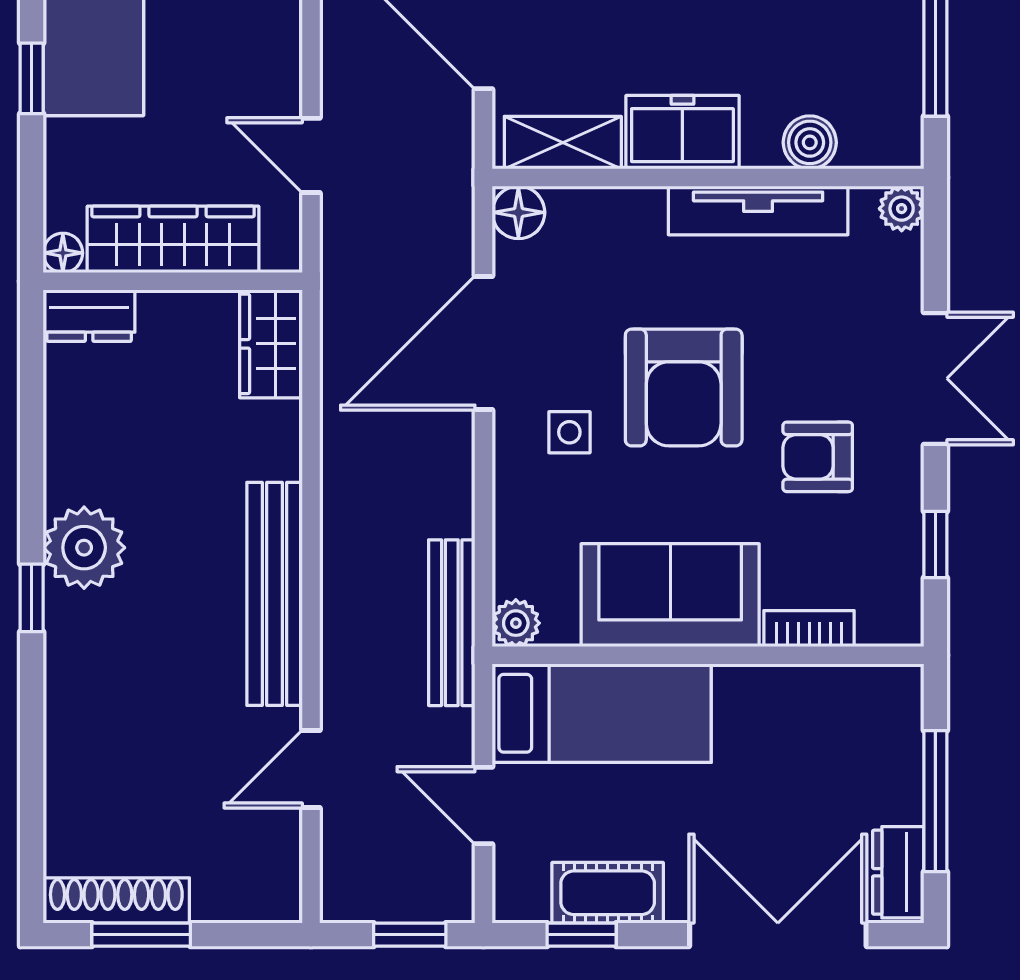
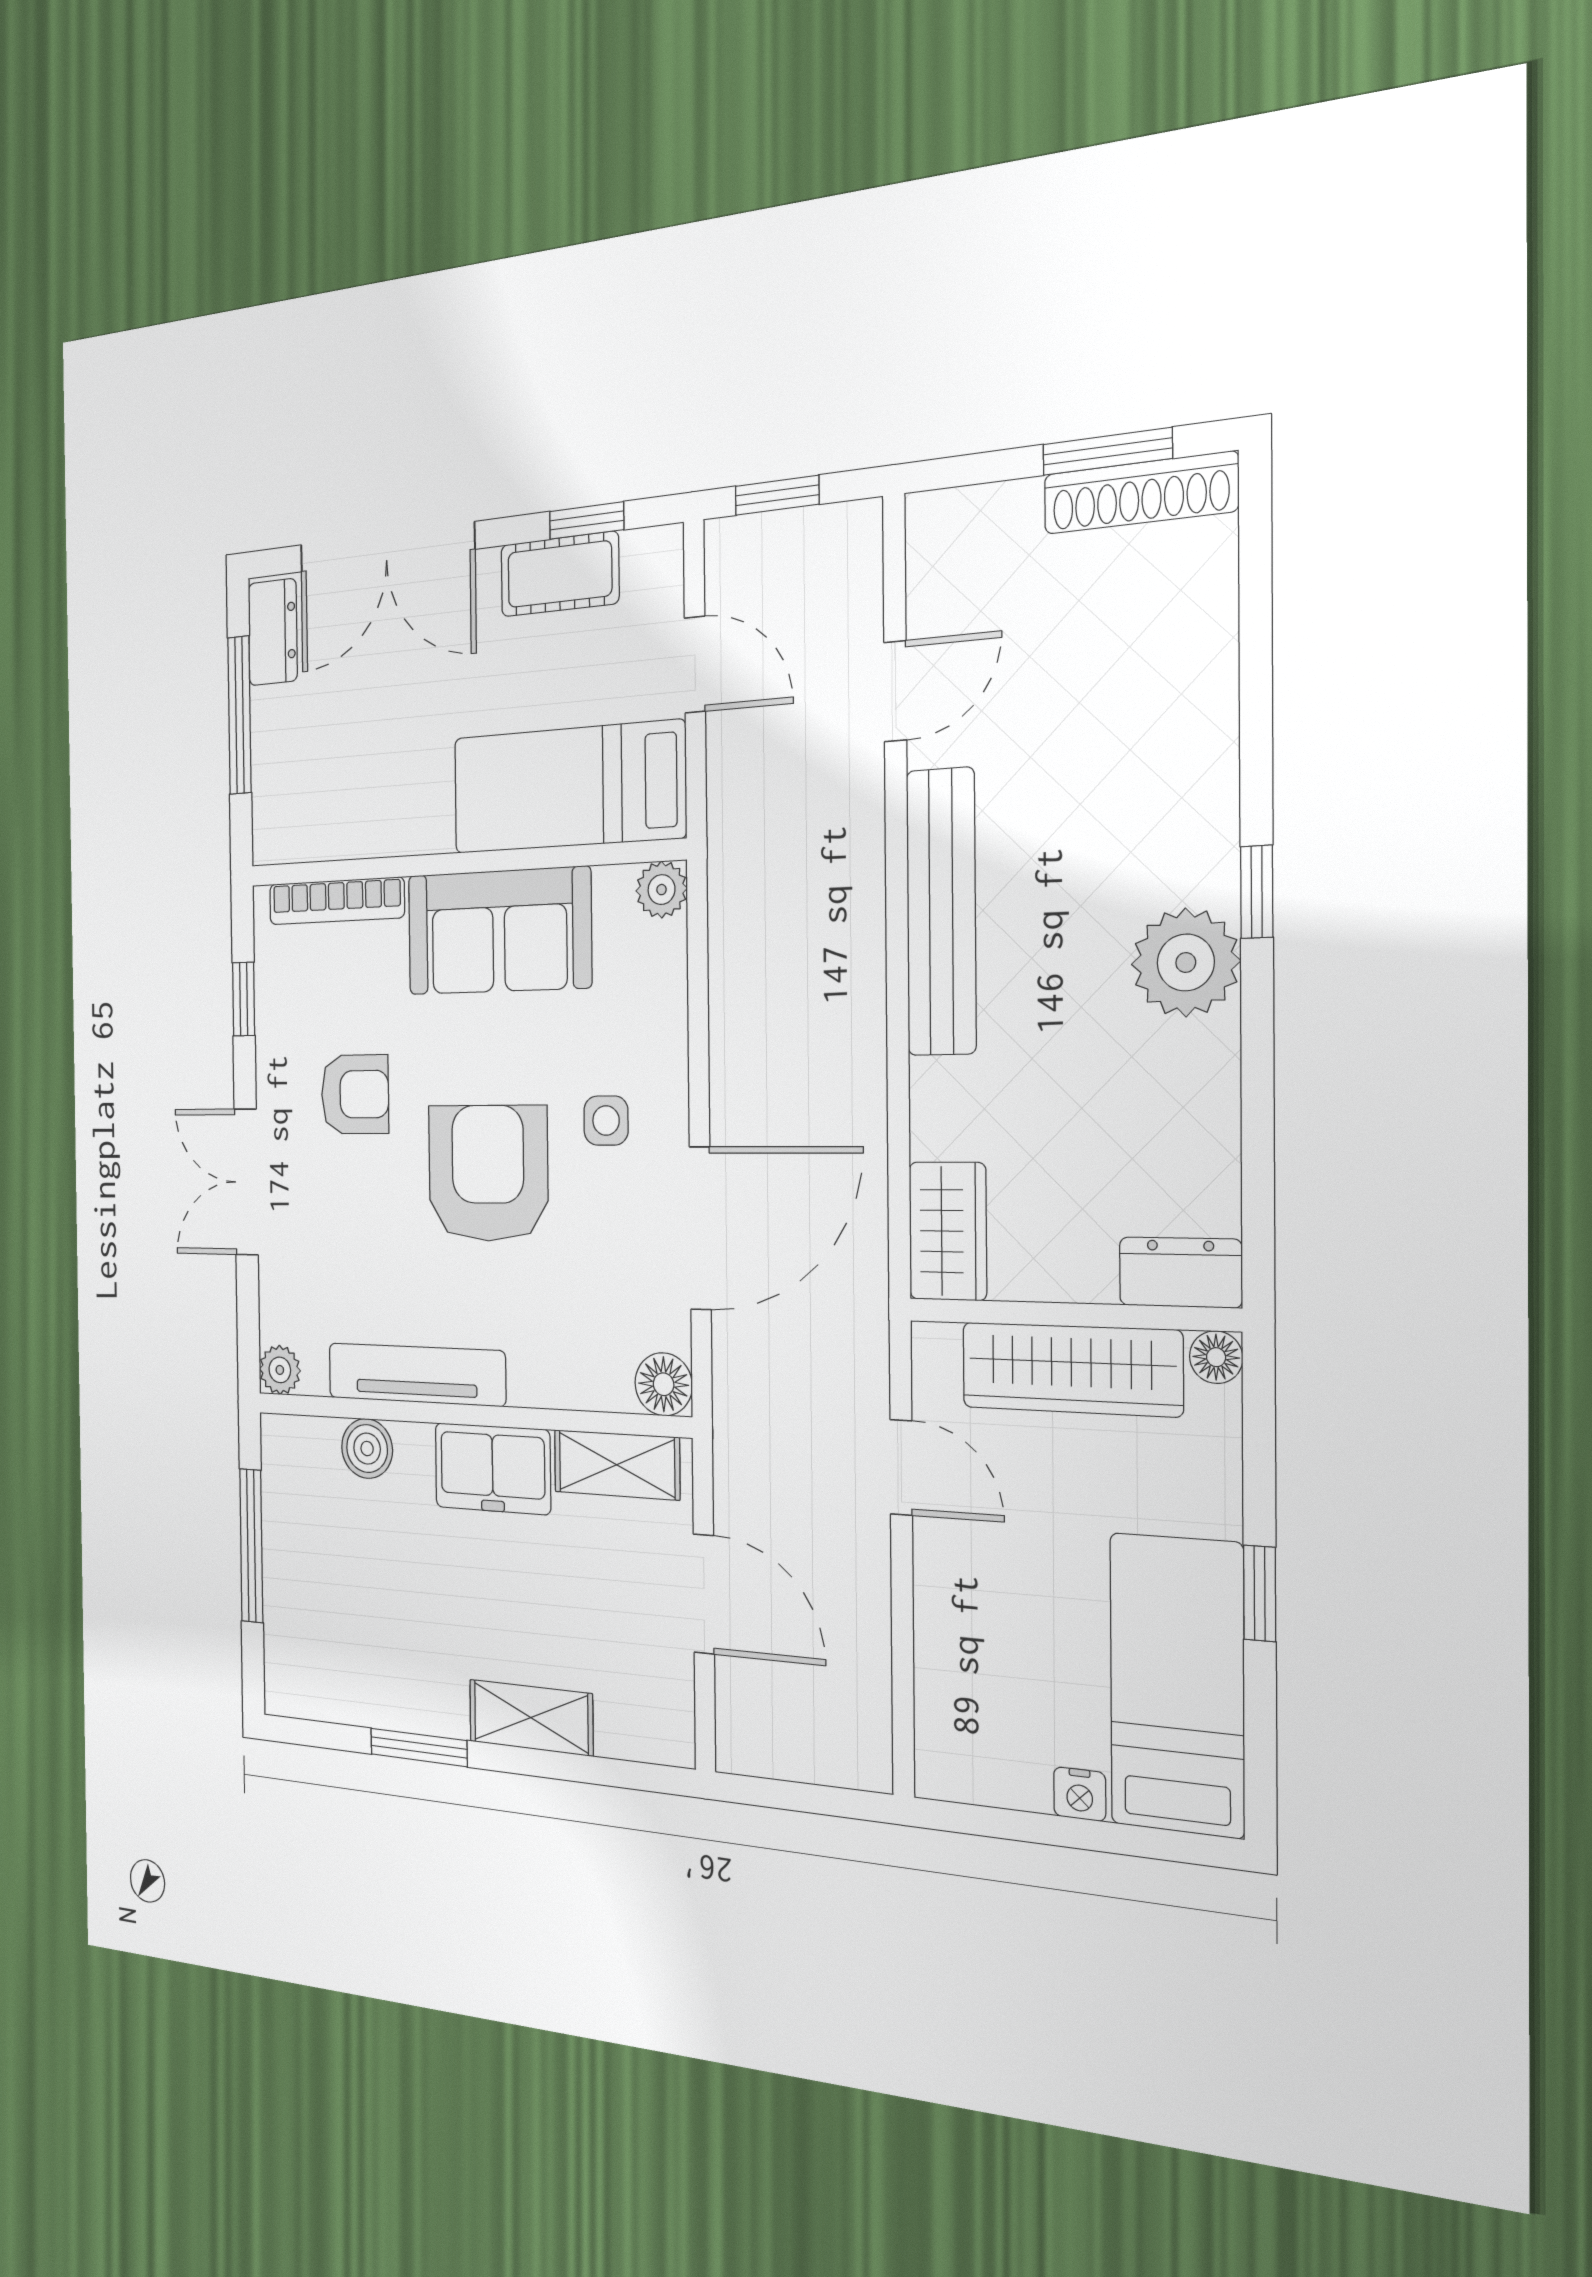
bench: (452, 623) -> (733, 886), removed
bookcase: (809, 629) -> (336, 901), width x1.56

